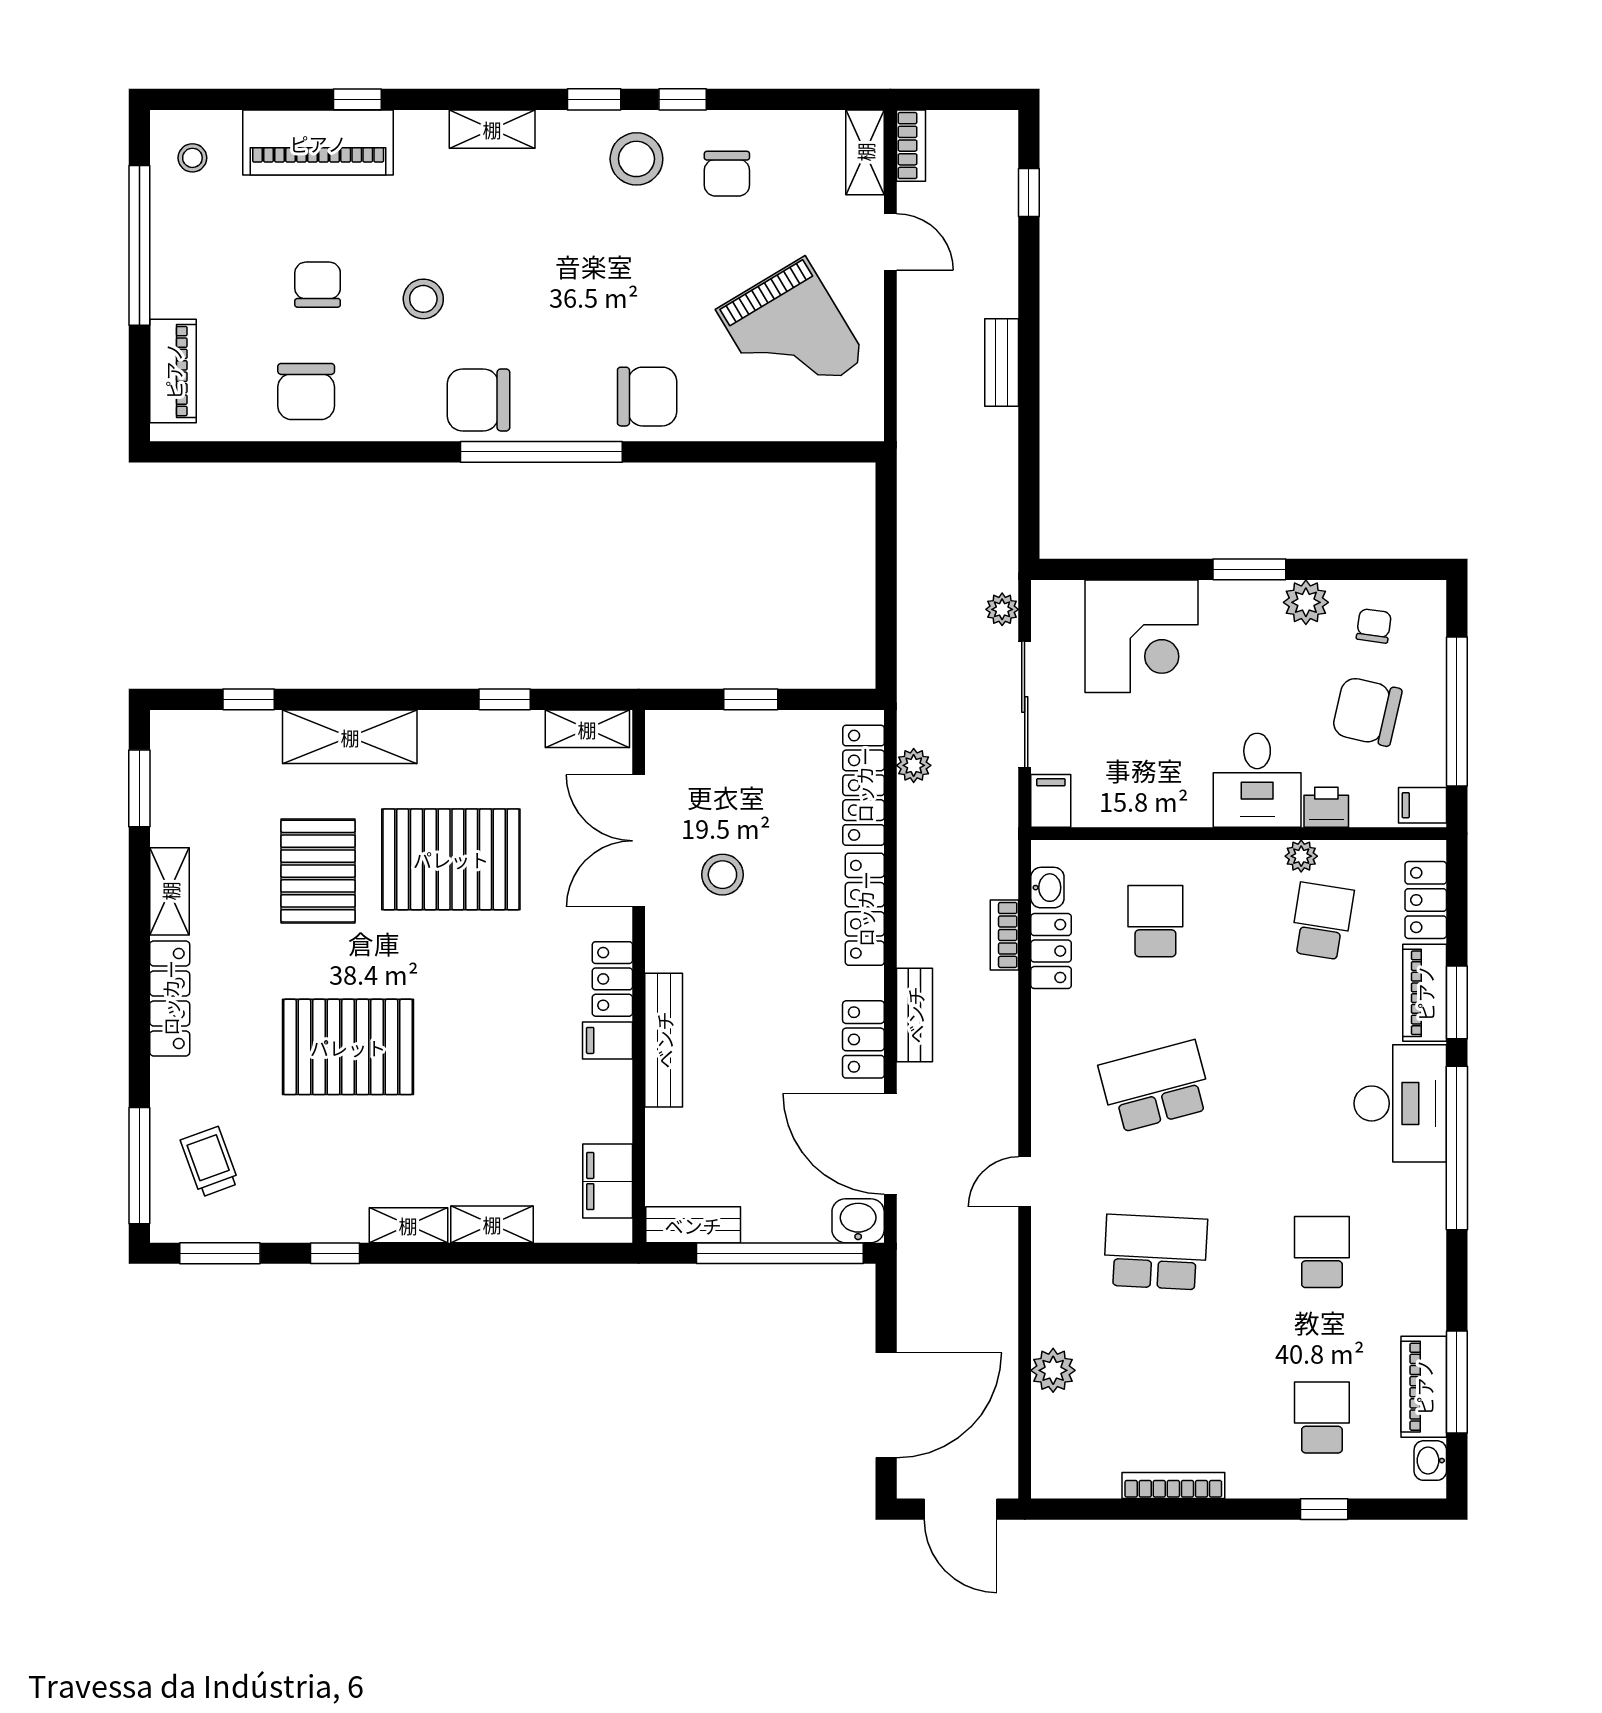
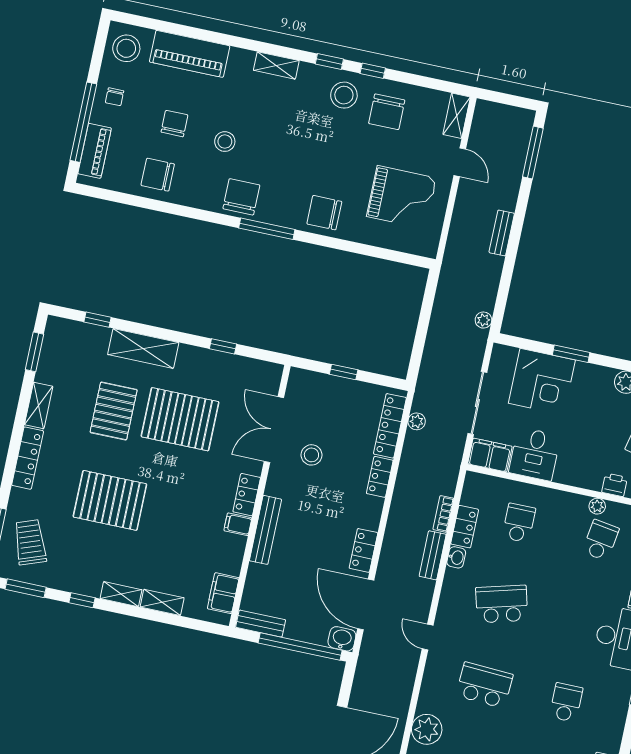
window: (357, 99) -> (213, 37), removed
bookcase: (911, 146) -> (480, 117), removed
stool: (192, 158) -> (126, 48), width x1.89, depth x1.89
chair: (727, 174) -> (387, 112), width x1.37, depth x1.37
window: (1029, 193) -> (533, 153), width x2.17
window: (139, 245) -> (83, 122), moved
chair: (190, 257) -> (115, 97), added
grand piano: (791, 334) -> (402, 197), turned -59
chair: (306, 391) -> (158, 175), turned 90
chair: (647, 397) -> (324, 213), turned 180
chair: (479, 400) -> (241, 197), turned 90
window: (541, 452) -> (267, 229), width x0.68
window: (1249, 569) -> (571, 354), moved
plant: (1002, 609) -> (483, 320), moved
shelving: (587, 729) -> (260, 369), removed
desk: (1257, 780) -> (535, 454), moved
filing cabinet: (1051, 801) -> (490, 455), width x2.00
washbasin: (1047, 888) -> (456, 557), moved
locker: (865, 909) -> (380, 477), width x0.66
bench: (915, 1015) -> (433, 555), moved
trolley: (210, 1162) -> (30, 542), width x1.36, depth x1.39
door: (1025, 1182) -> (428, 637), hinge flipped
plant: (1053, 1370) -> (427, 729), width x1.36, depth x1.36

